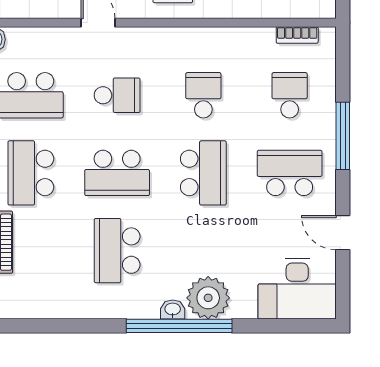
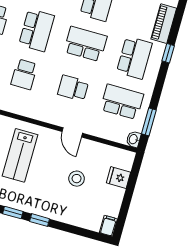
school desk: (203, 173) -> (36, 30), turned 180

